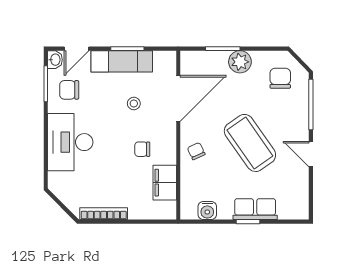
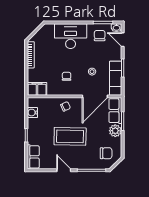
exam couch: (122, 61) -> (116, 78), moved
row of seats: (204, 62) -> (115, 111), added
door: (178, 98) -> (95, 96), hinge flipped
coffee table: (250, 143) -> (70, 136), turned 36
door: (311, 154) -> (64, 170), hinge flipped
filing cabinet: (165, 183) -> (37, 89), moved
row of seats: (255, 209) -> (33, 157), moved

